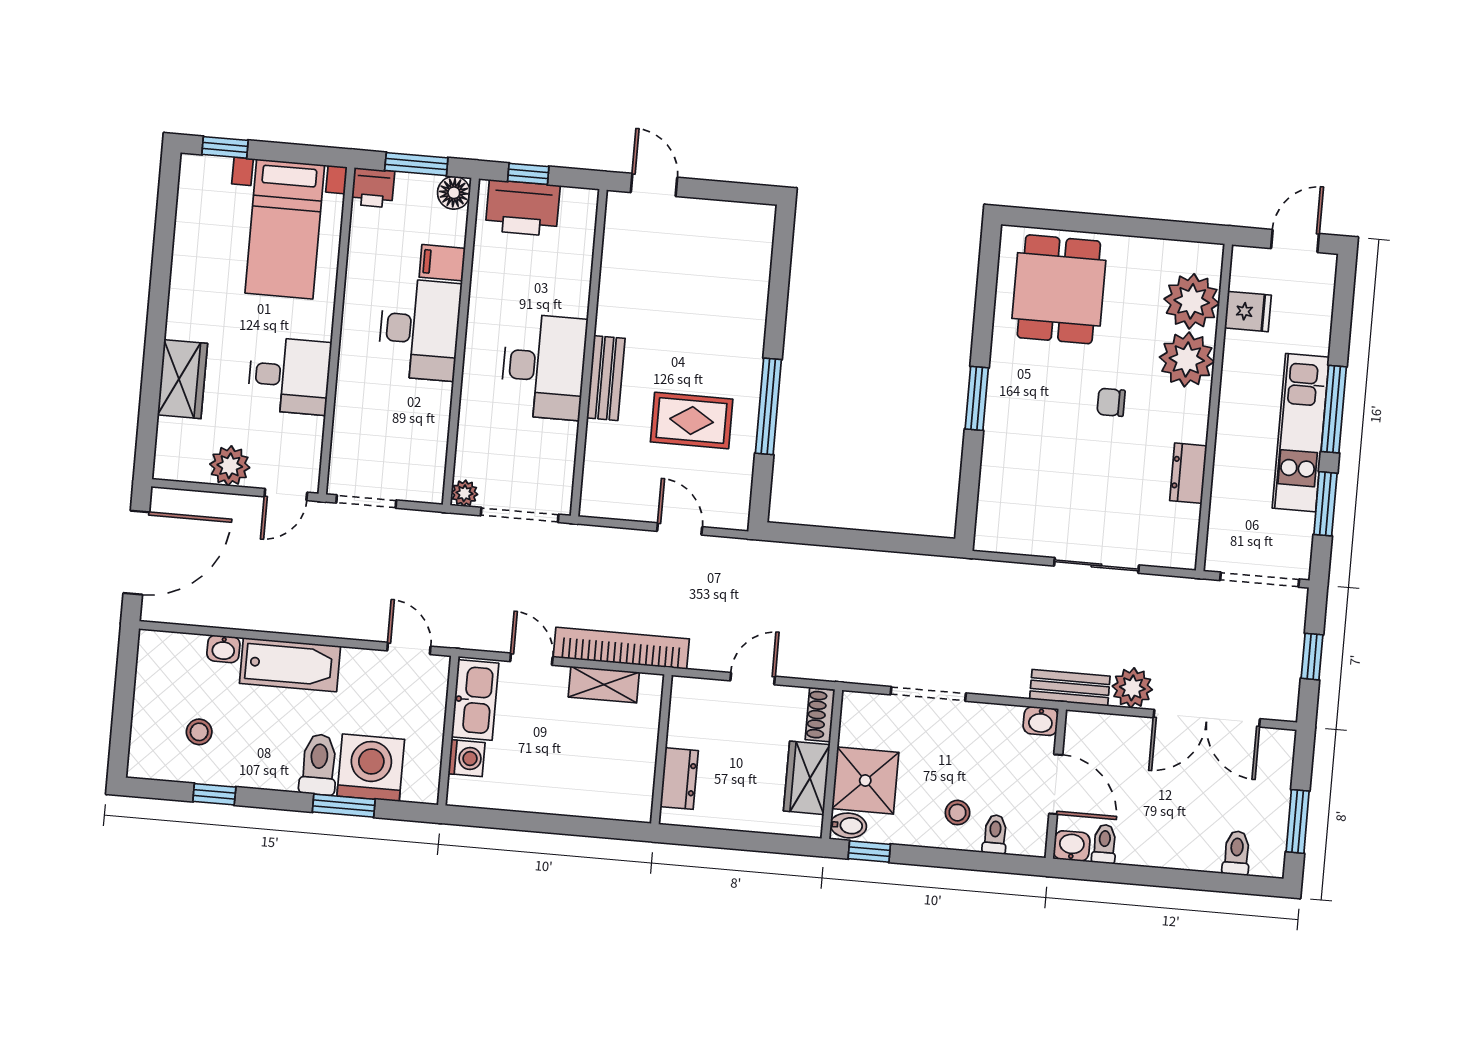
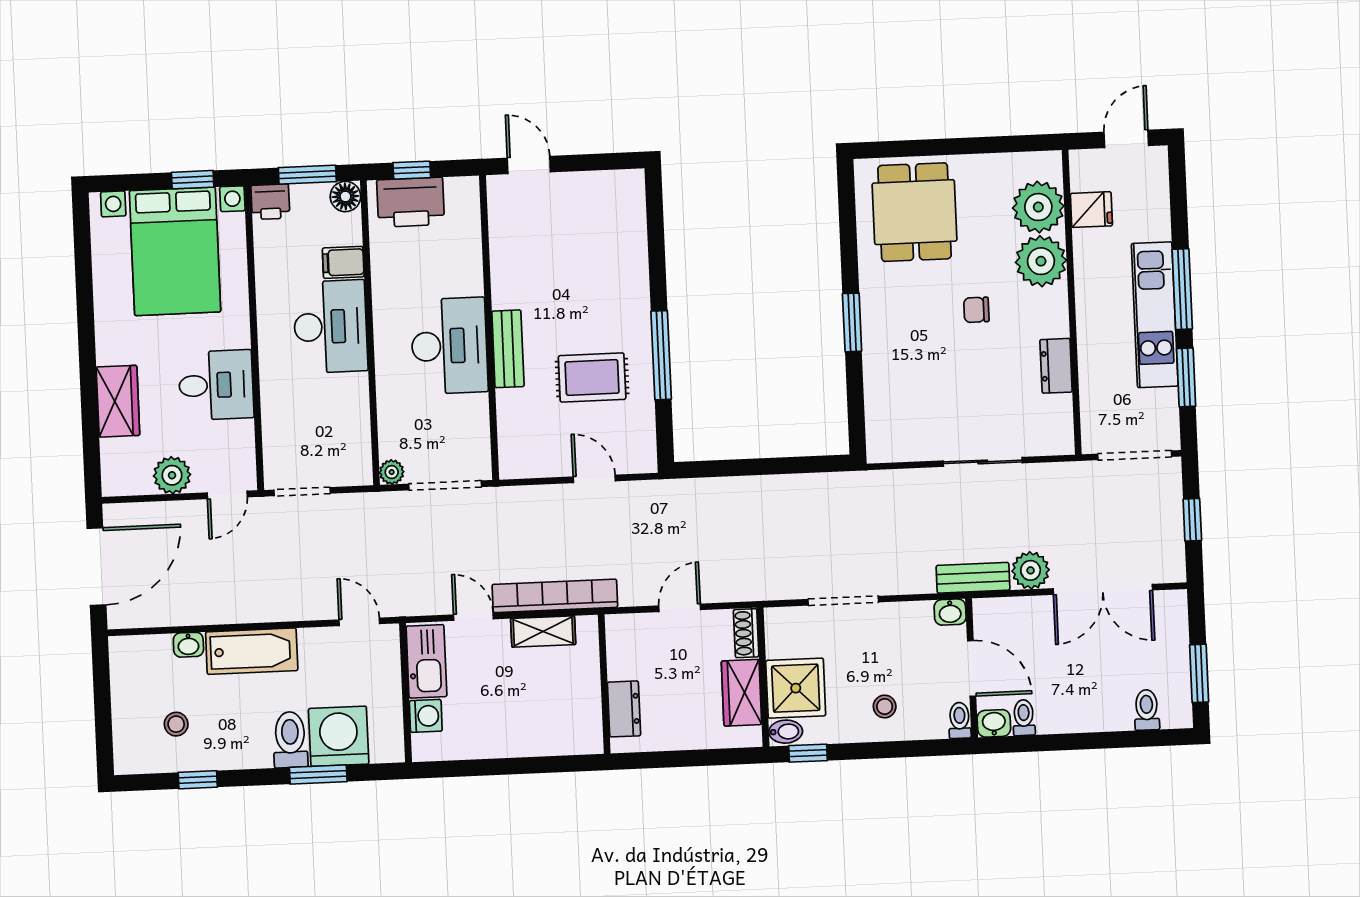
window: (225, 147) -> (193, 180), moved
bed with nightstands: (285, 229) -> (175, 251), width x1.36
toilet: (995, 834) -> (960, 720), moved

